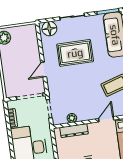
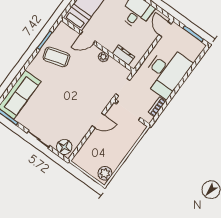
rug: (75, 53) -> (63, 110), removed
plant: (72, 118) -> (103, 57), moved
dresser: (74, 131) -> (124, 55), width x0.70

